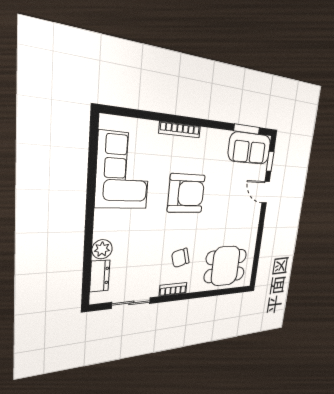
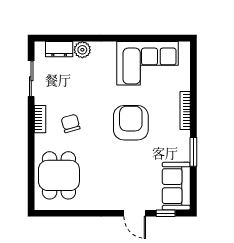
window: (247, 129) -> (193, 152), moved
door: (266, 192) -> (135, 213), swing flipped
armchair: (186, 193) -> (131, 123), turned 180

